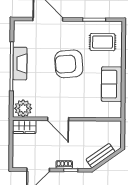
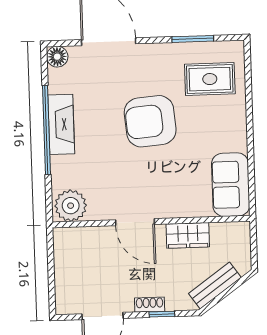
floor lamp: (19, 26) -> (57, 57), added
sofa: (112, 84) -> (231, 185), moved
wardrobe: (24, 127) -> (188, 235), moved

